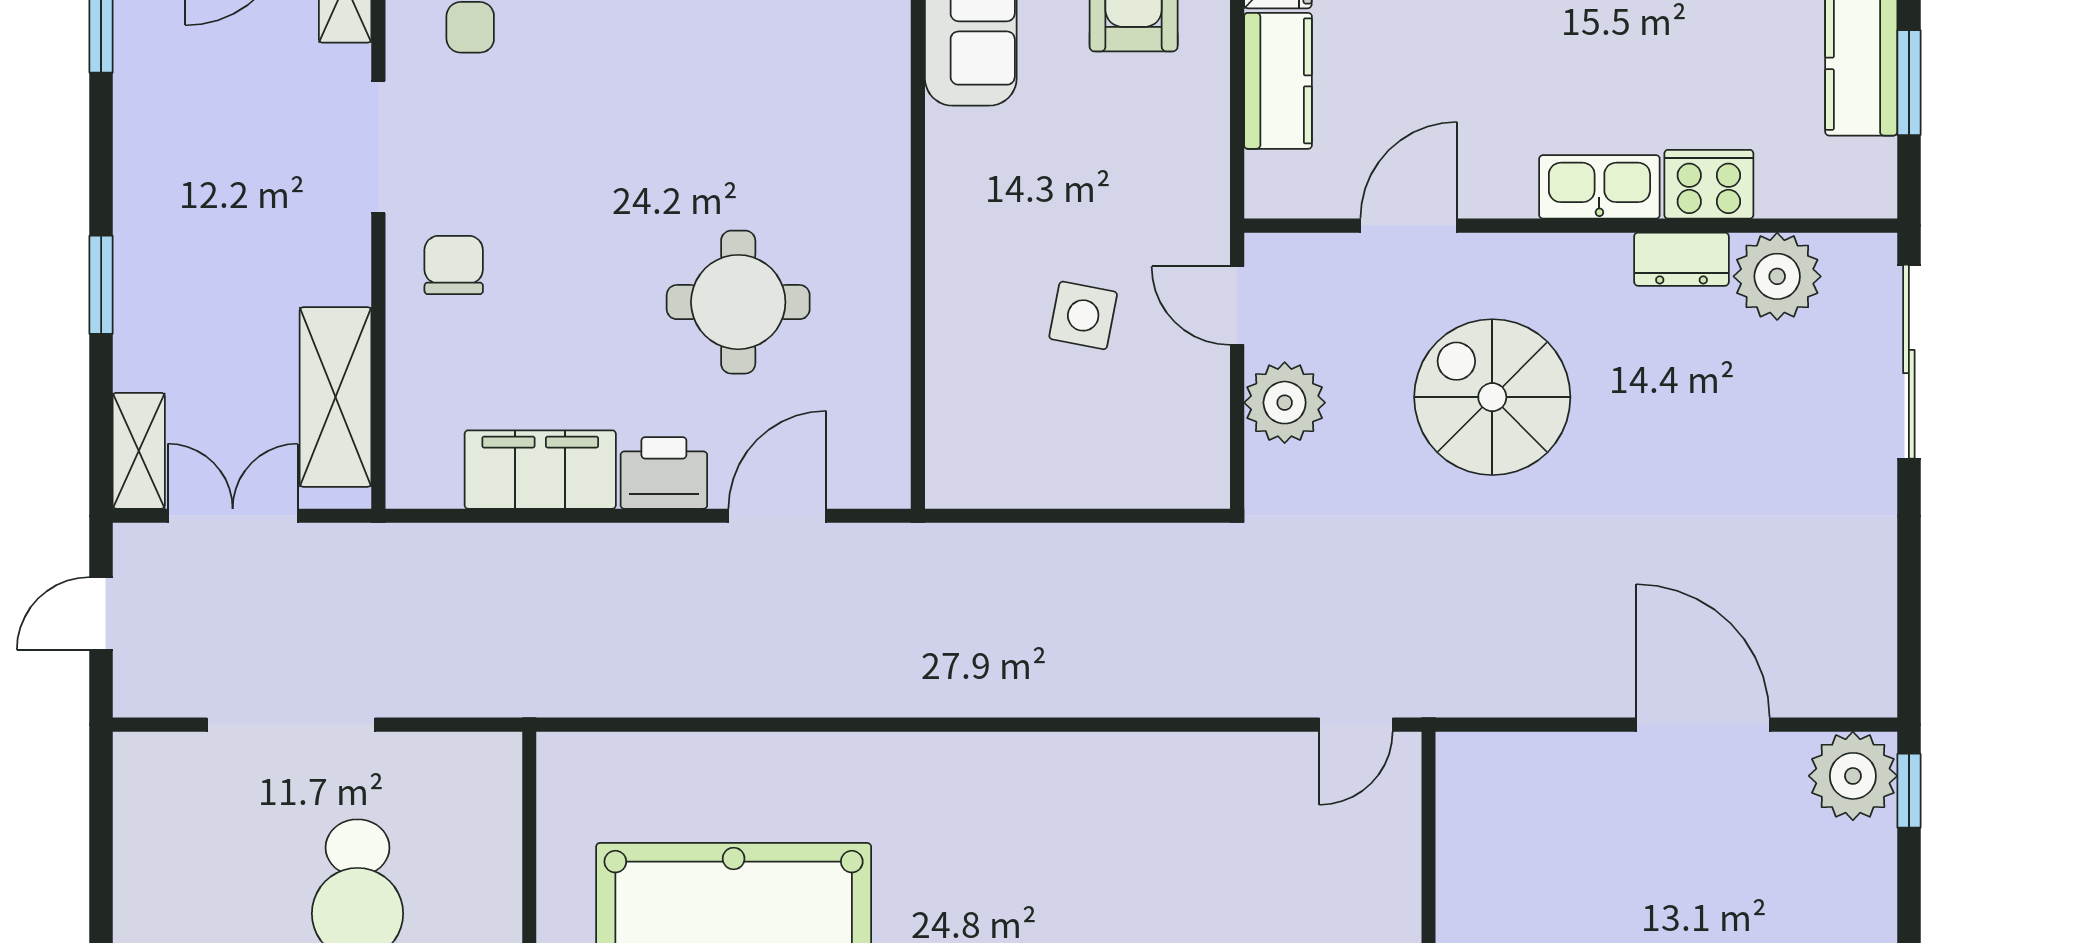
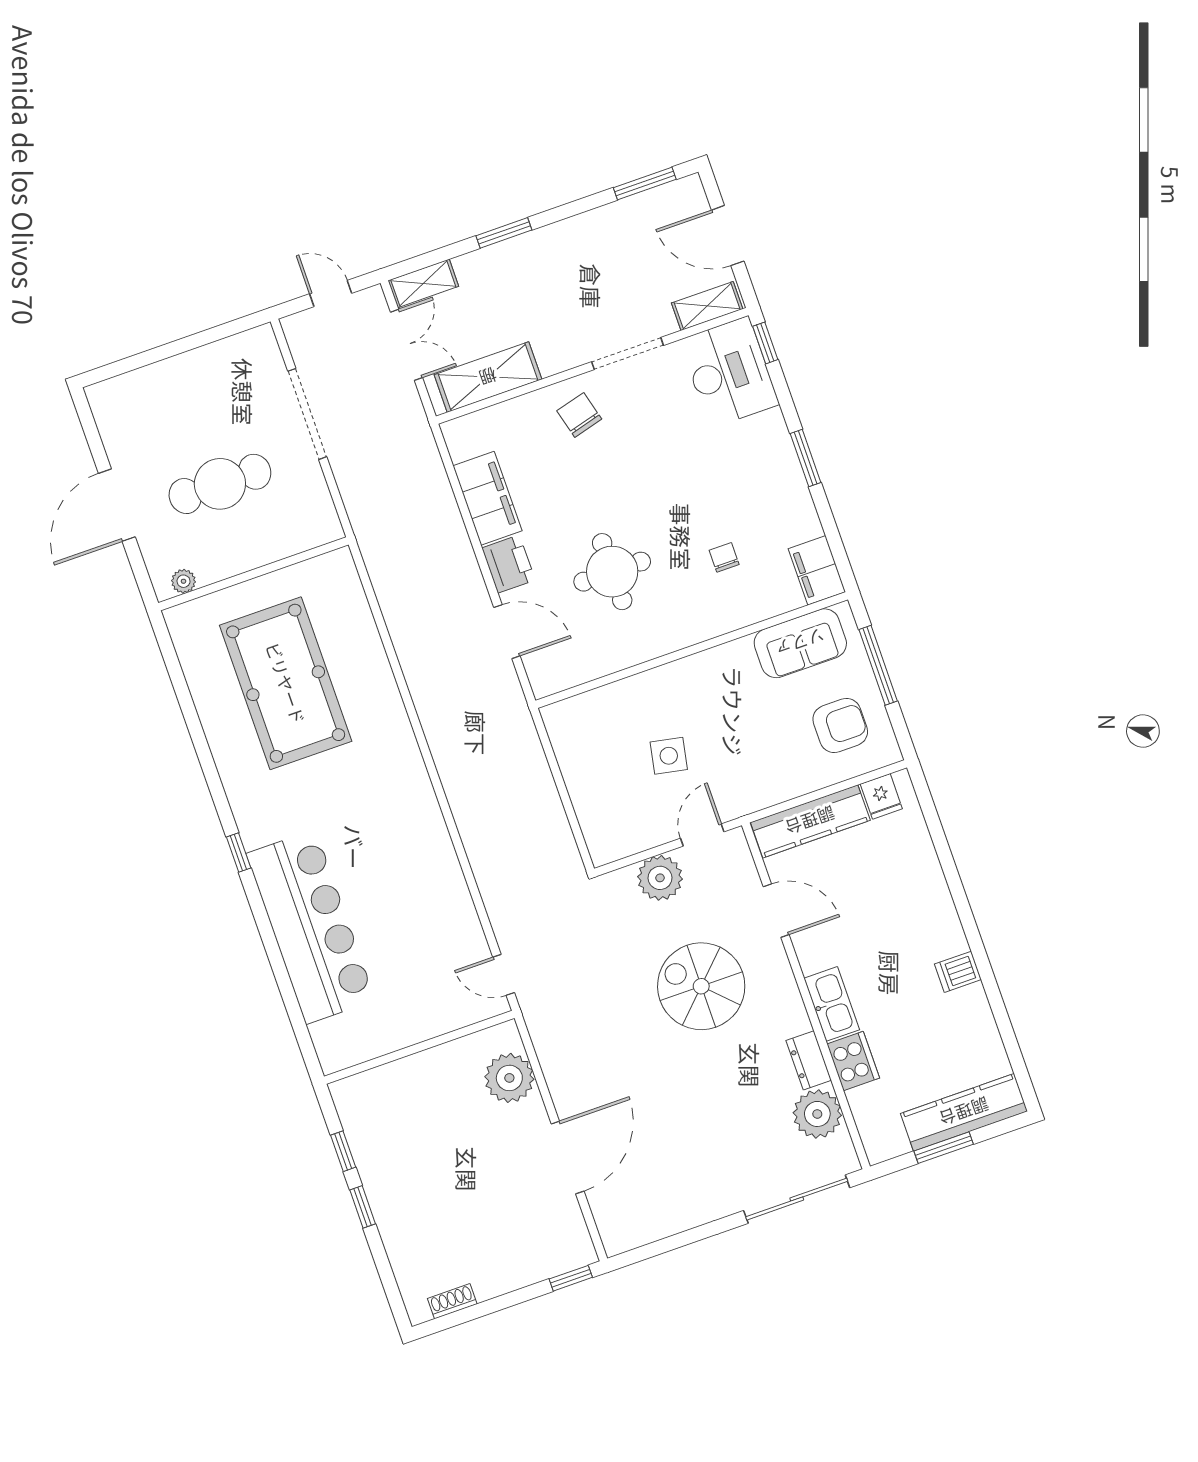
kitchen counter: (1278, 81) -> (810, 821), width x1.50
chair: (780, 104) -> (724, 557), added
chair: (454, 265) -> (579, 415), turned -105
spiral stairs: (1492, 397) -> (701, 986), turned -90
plant: (1853, 776) -> (509, 1078), moved

